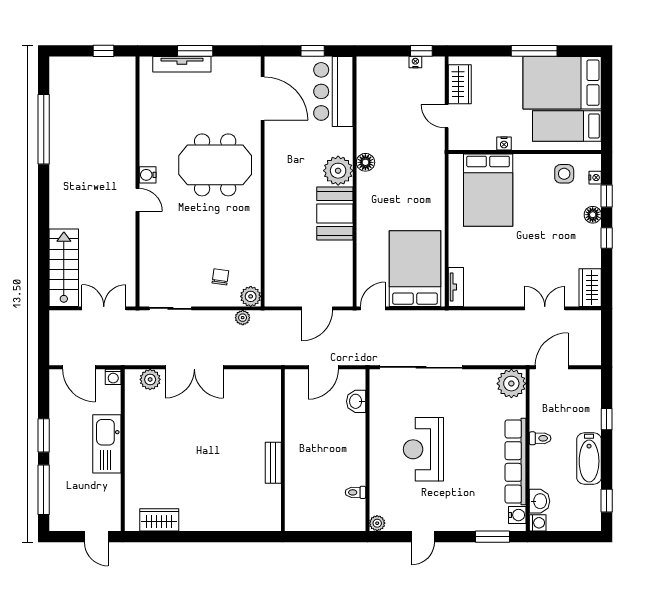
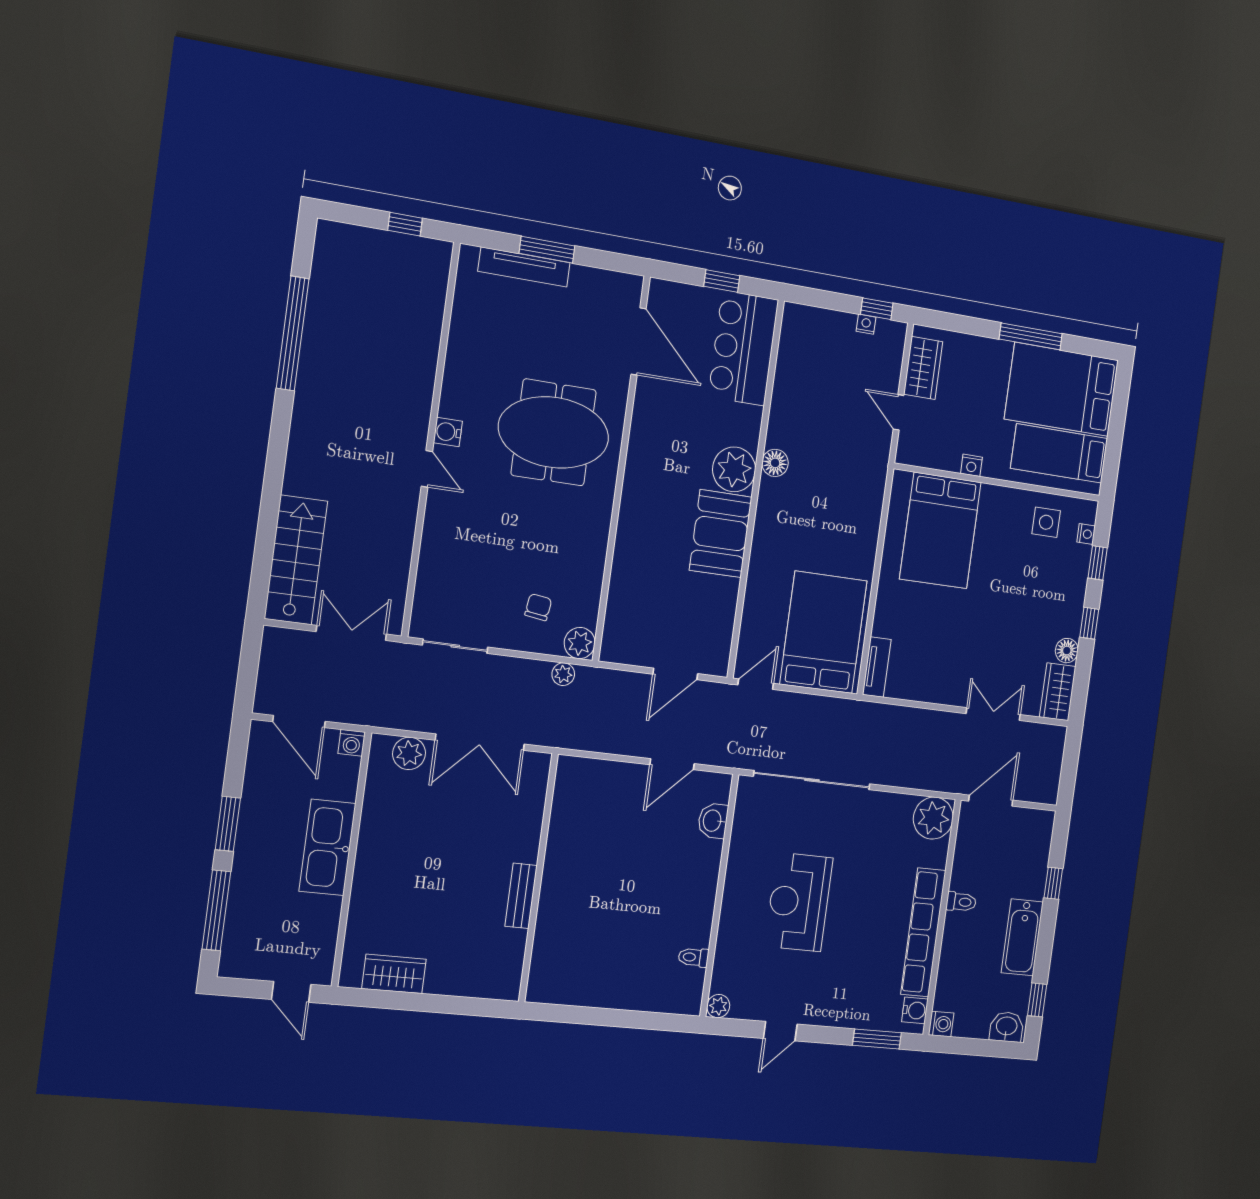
floor lamp: (593, 215) -> (1067, 651), moved
wall: (283, 450) -> (538, 878), moved
bench: (273, 463) -> (521, 896), moved
washbasin: (540, 501) -> (1007, 1027), moved, turned -90

